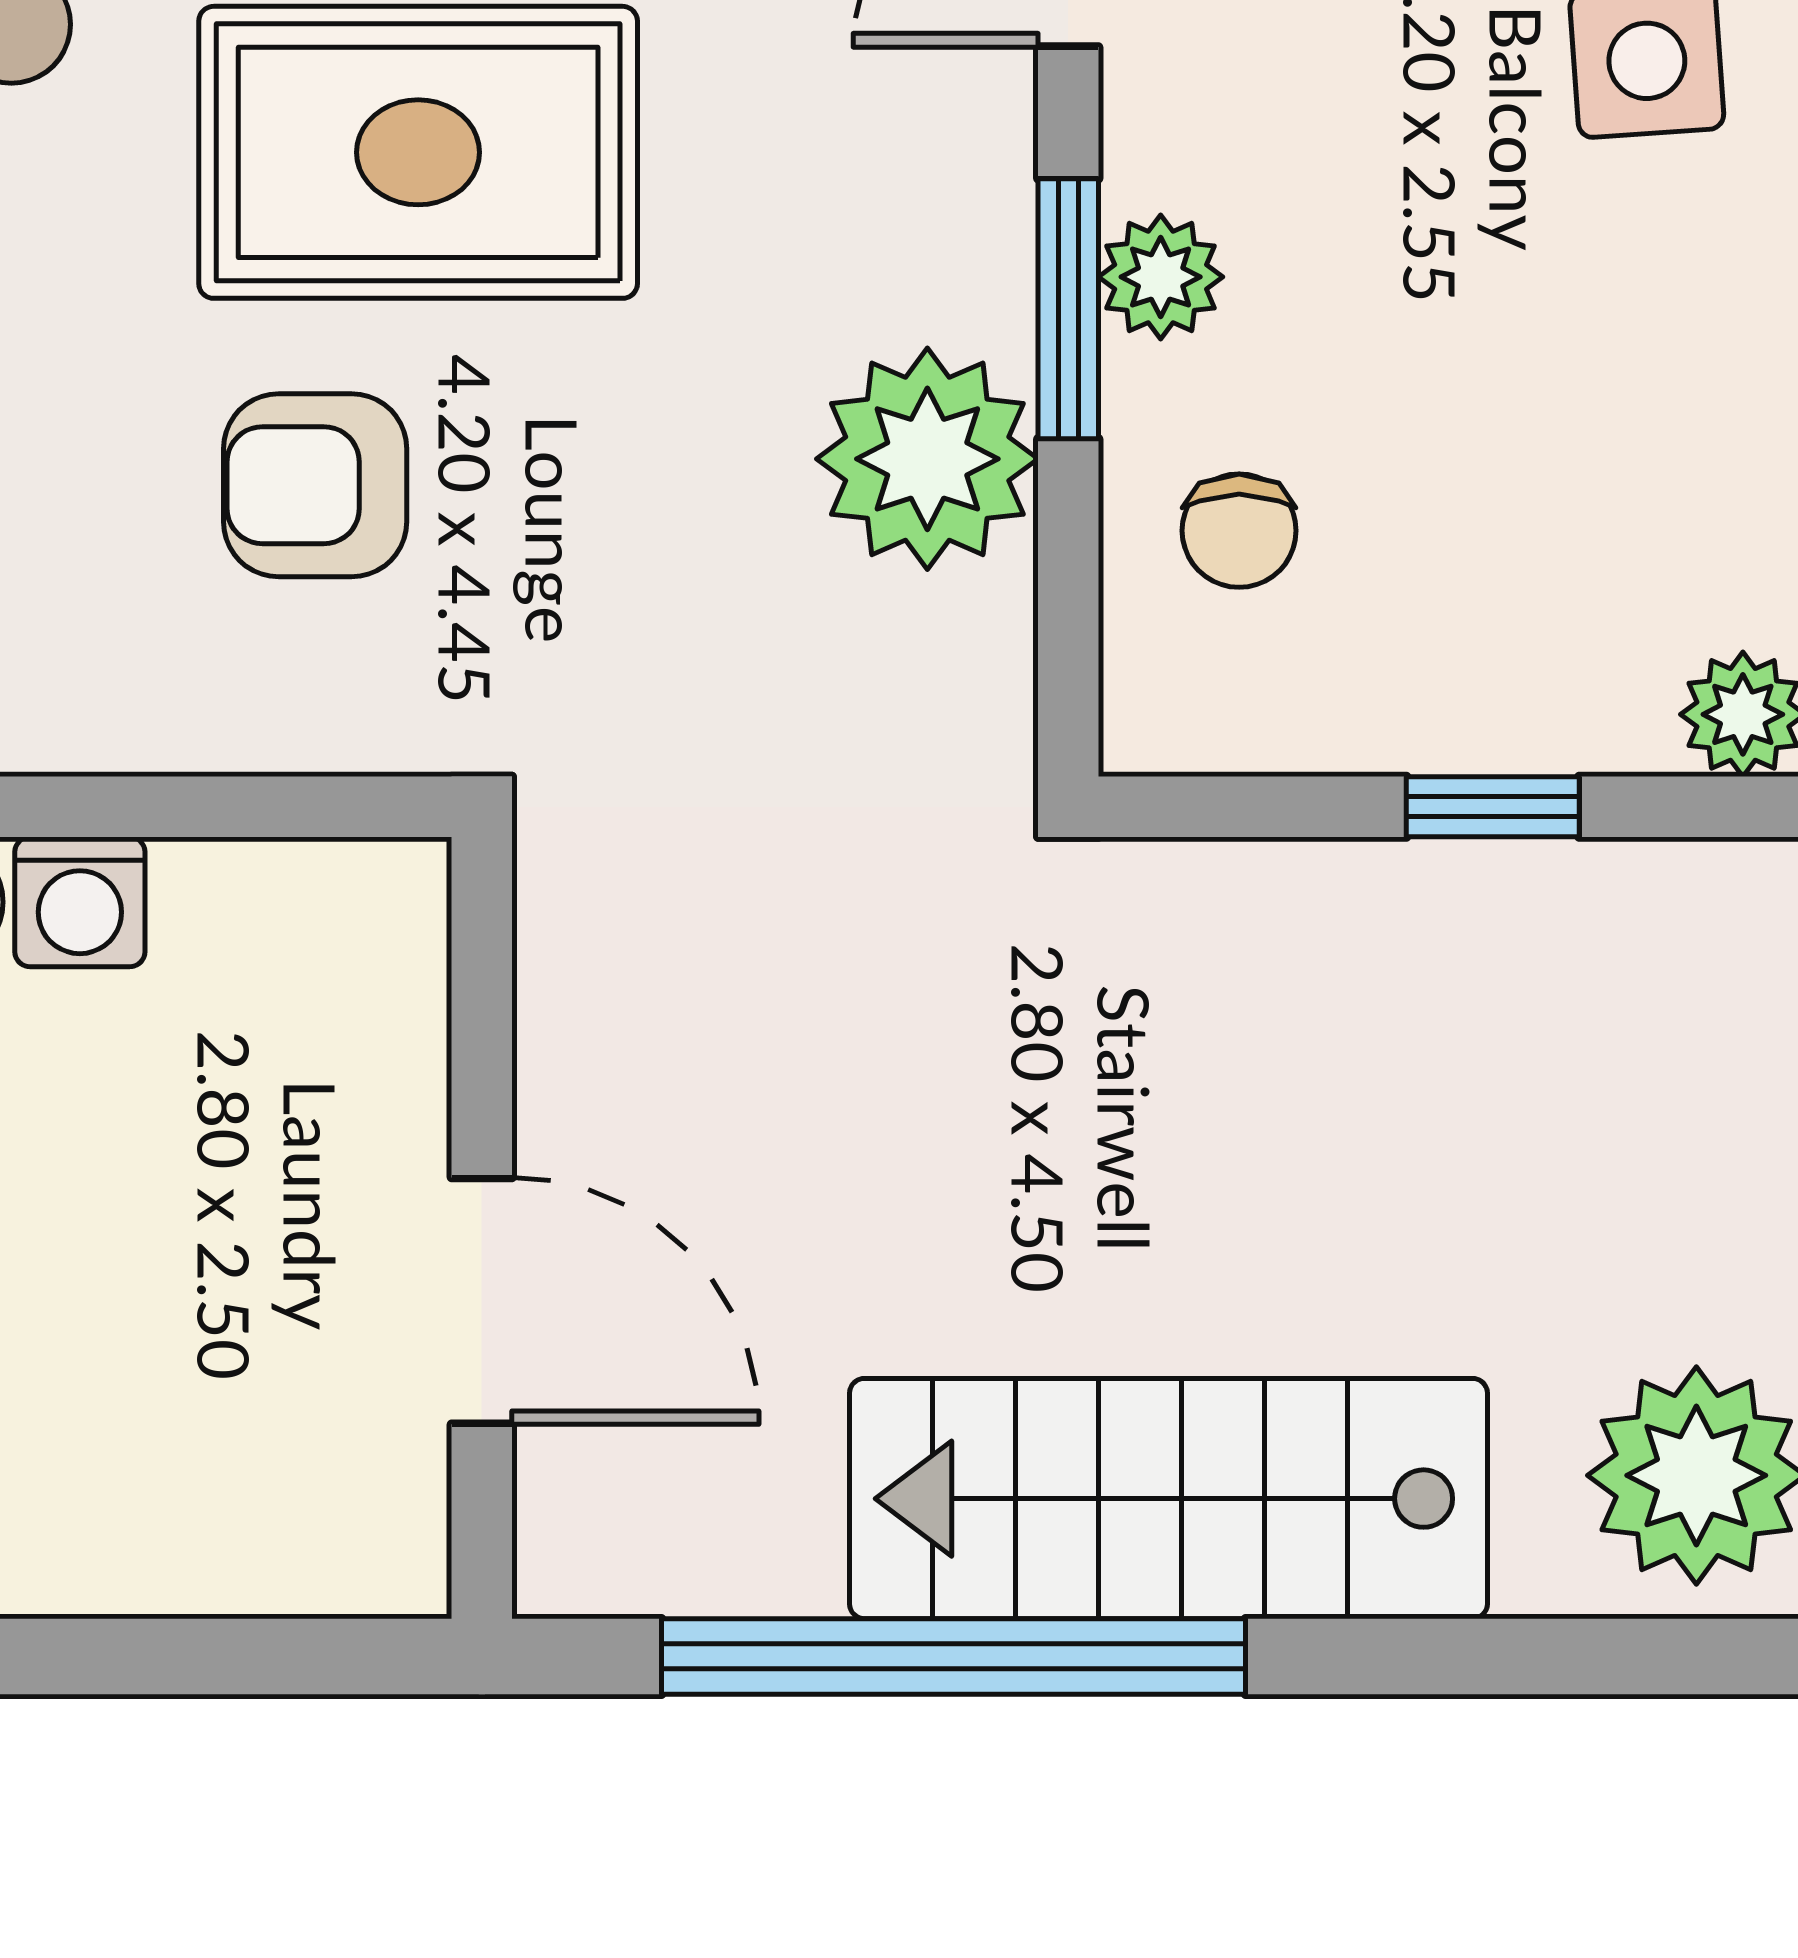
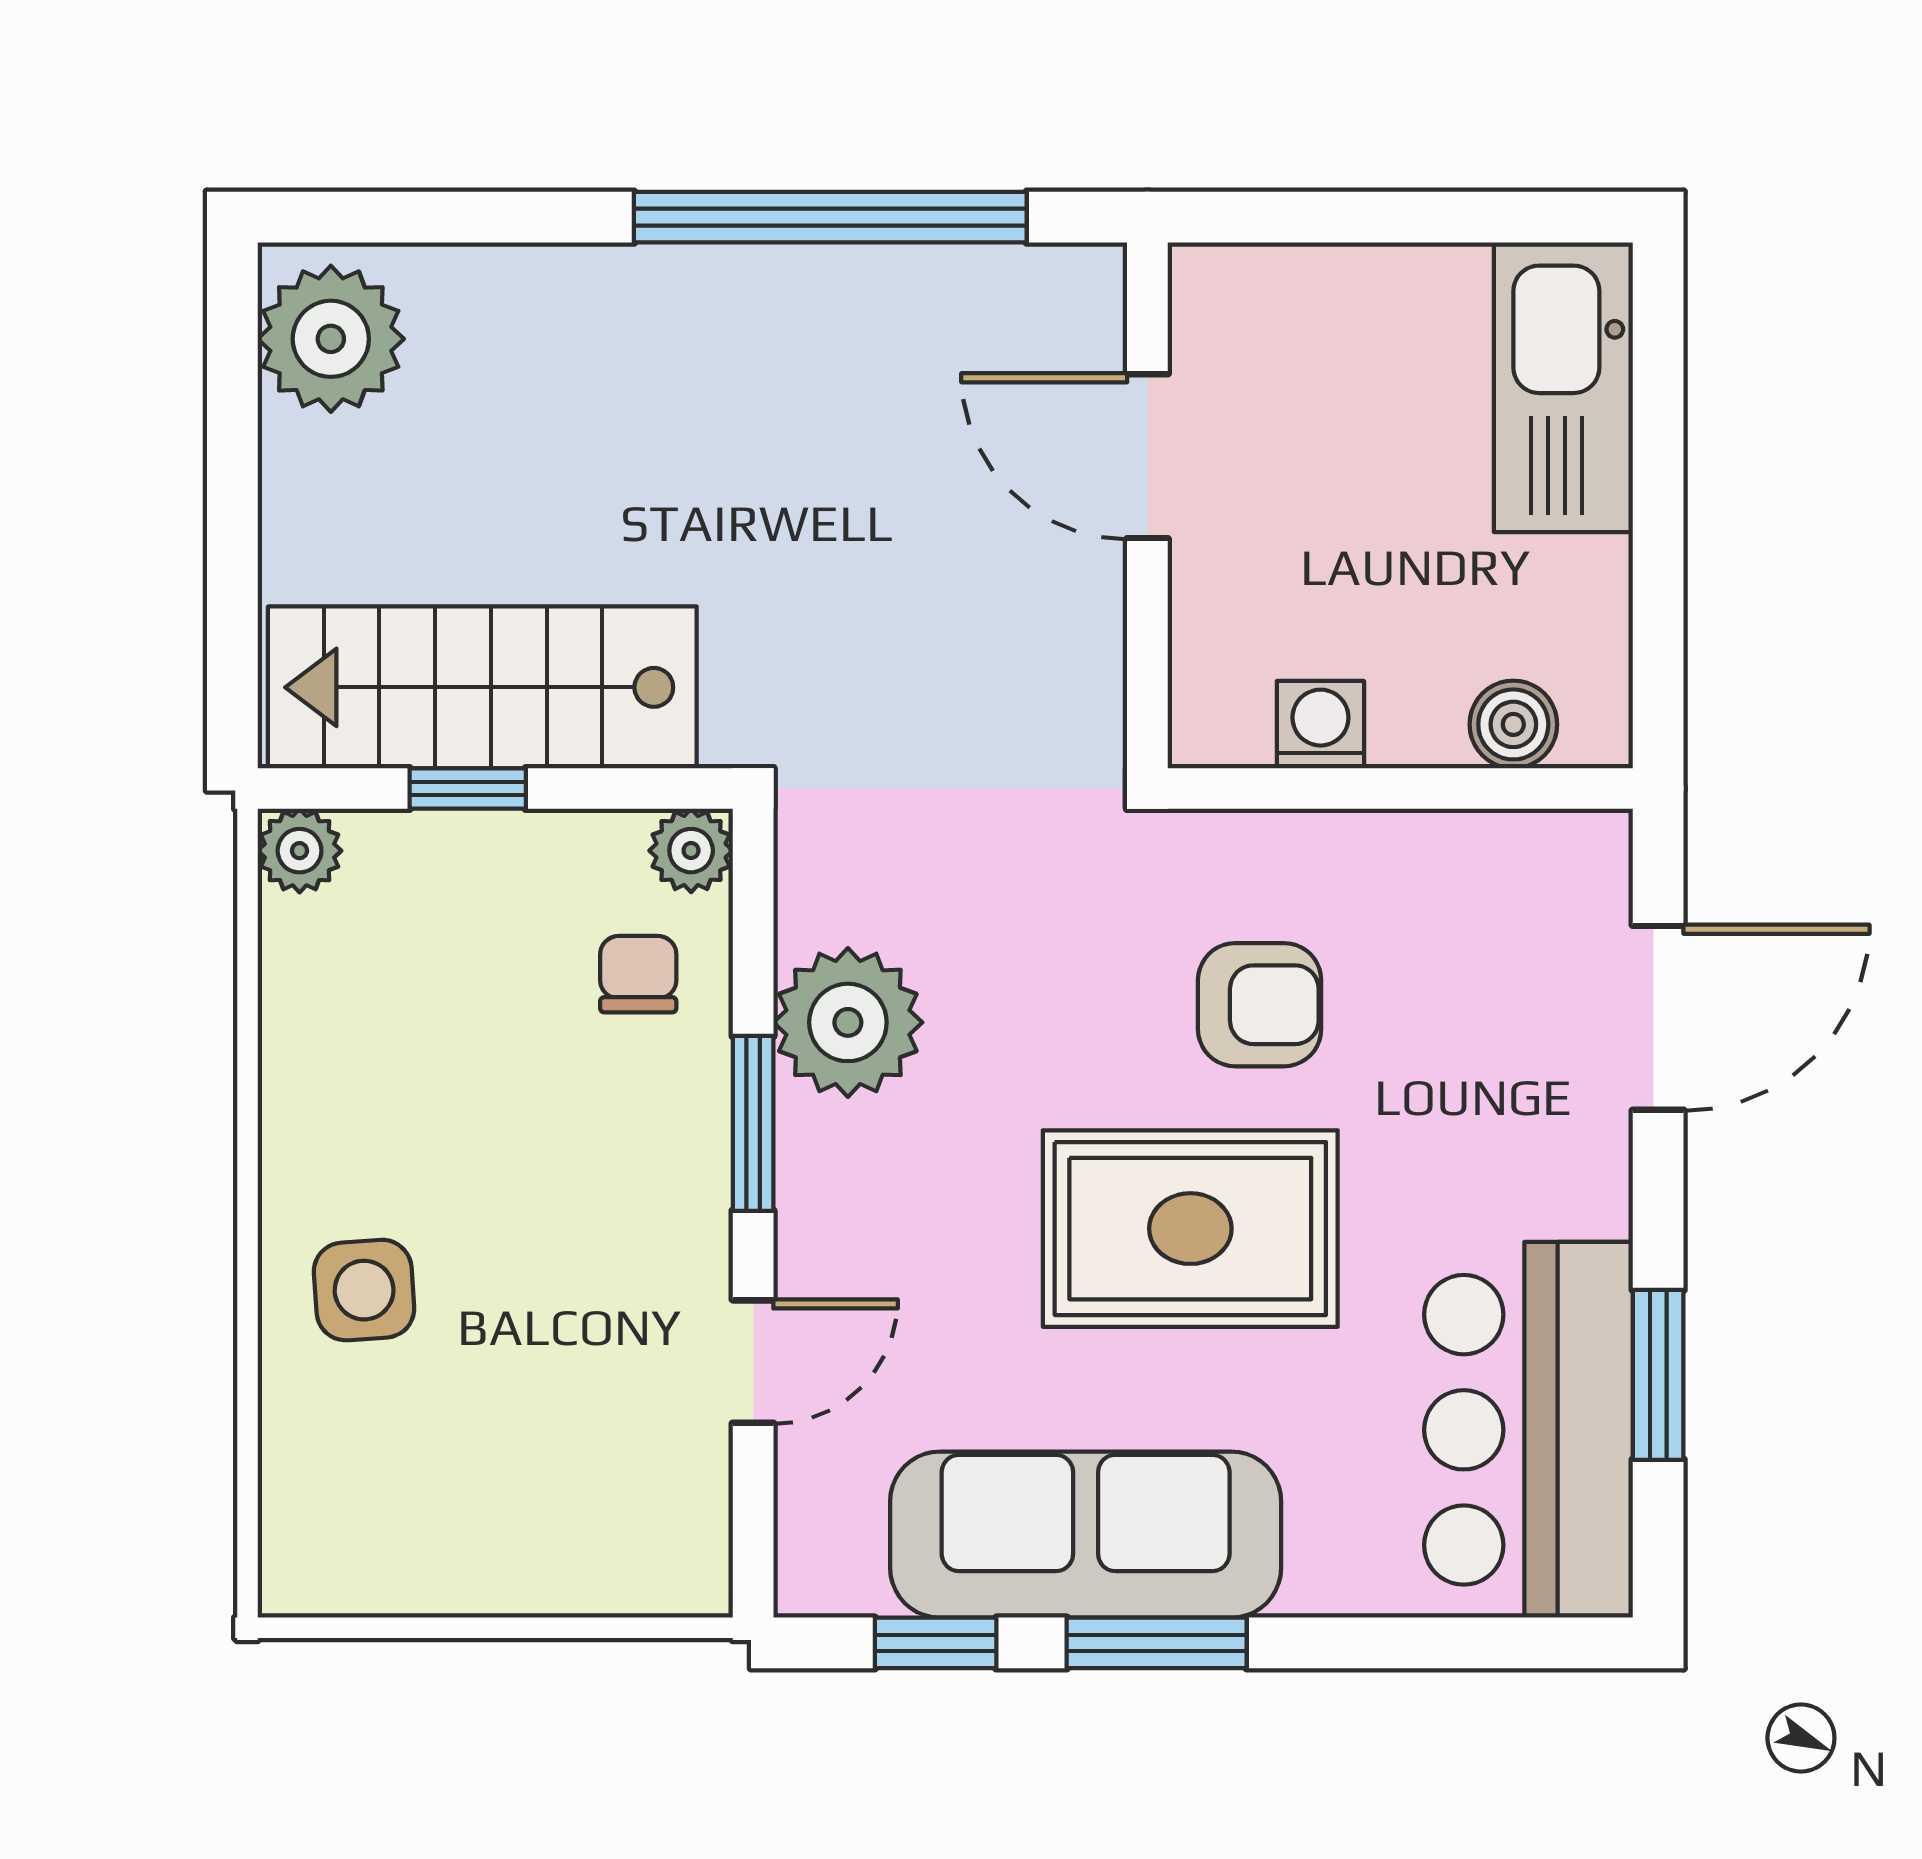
plant: (1161, 277) -> (691, 851), moved
washing machine: (80, 902) -> (1320, 725), moved
stairs: (1168, 1499) -> (482, 687), moved, turned 180

